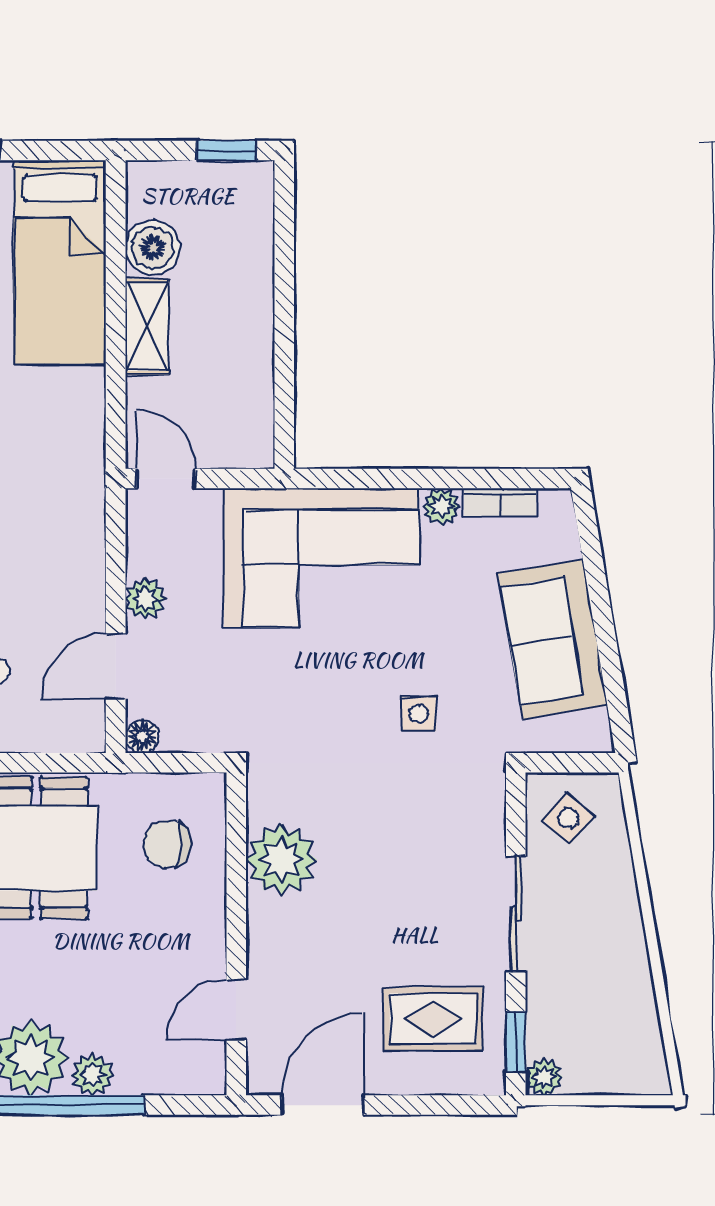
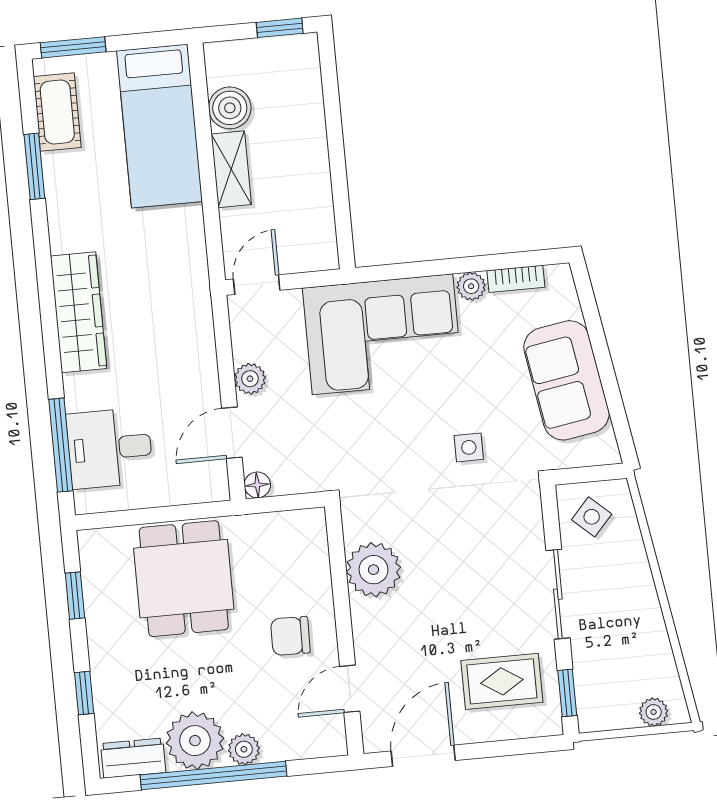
door: (166, 478) -> (257, 285), hinge flipped
chair: (167, 844) -> (290, 636), moved
plant: (544, 1077) -> (654, 712), moved

